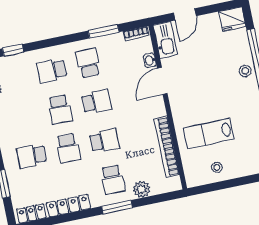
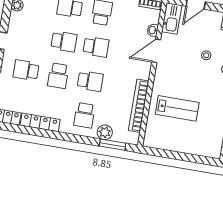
school desk: (60, 109) -> (64, 41), turned -90
lab bench: (209, 133) -> (177, 108), turned 180
stool: (217, 167) -> (206, 55), moved
window: (117, 207) -> (113, 145), moved

